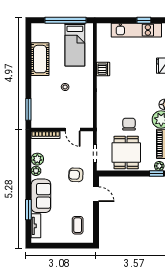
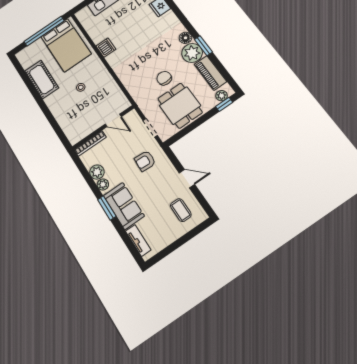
bed: (75, 45) -> (66, 45), width x1.50
window: (28, 109) -> (59, 131), removed
door: (96, 194) -> (187, 179), moved
window: (28, 210) -> (107, 208), moved

